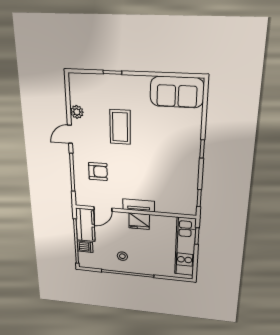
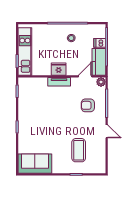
plant: (77, 112) -> (101, 82), moved
coffee table: (120, 127) -> (79, 150), moved
door: (70, 134) -> (107, 131), hinge flipped

